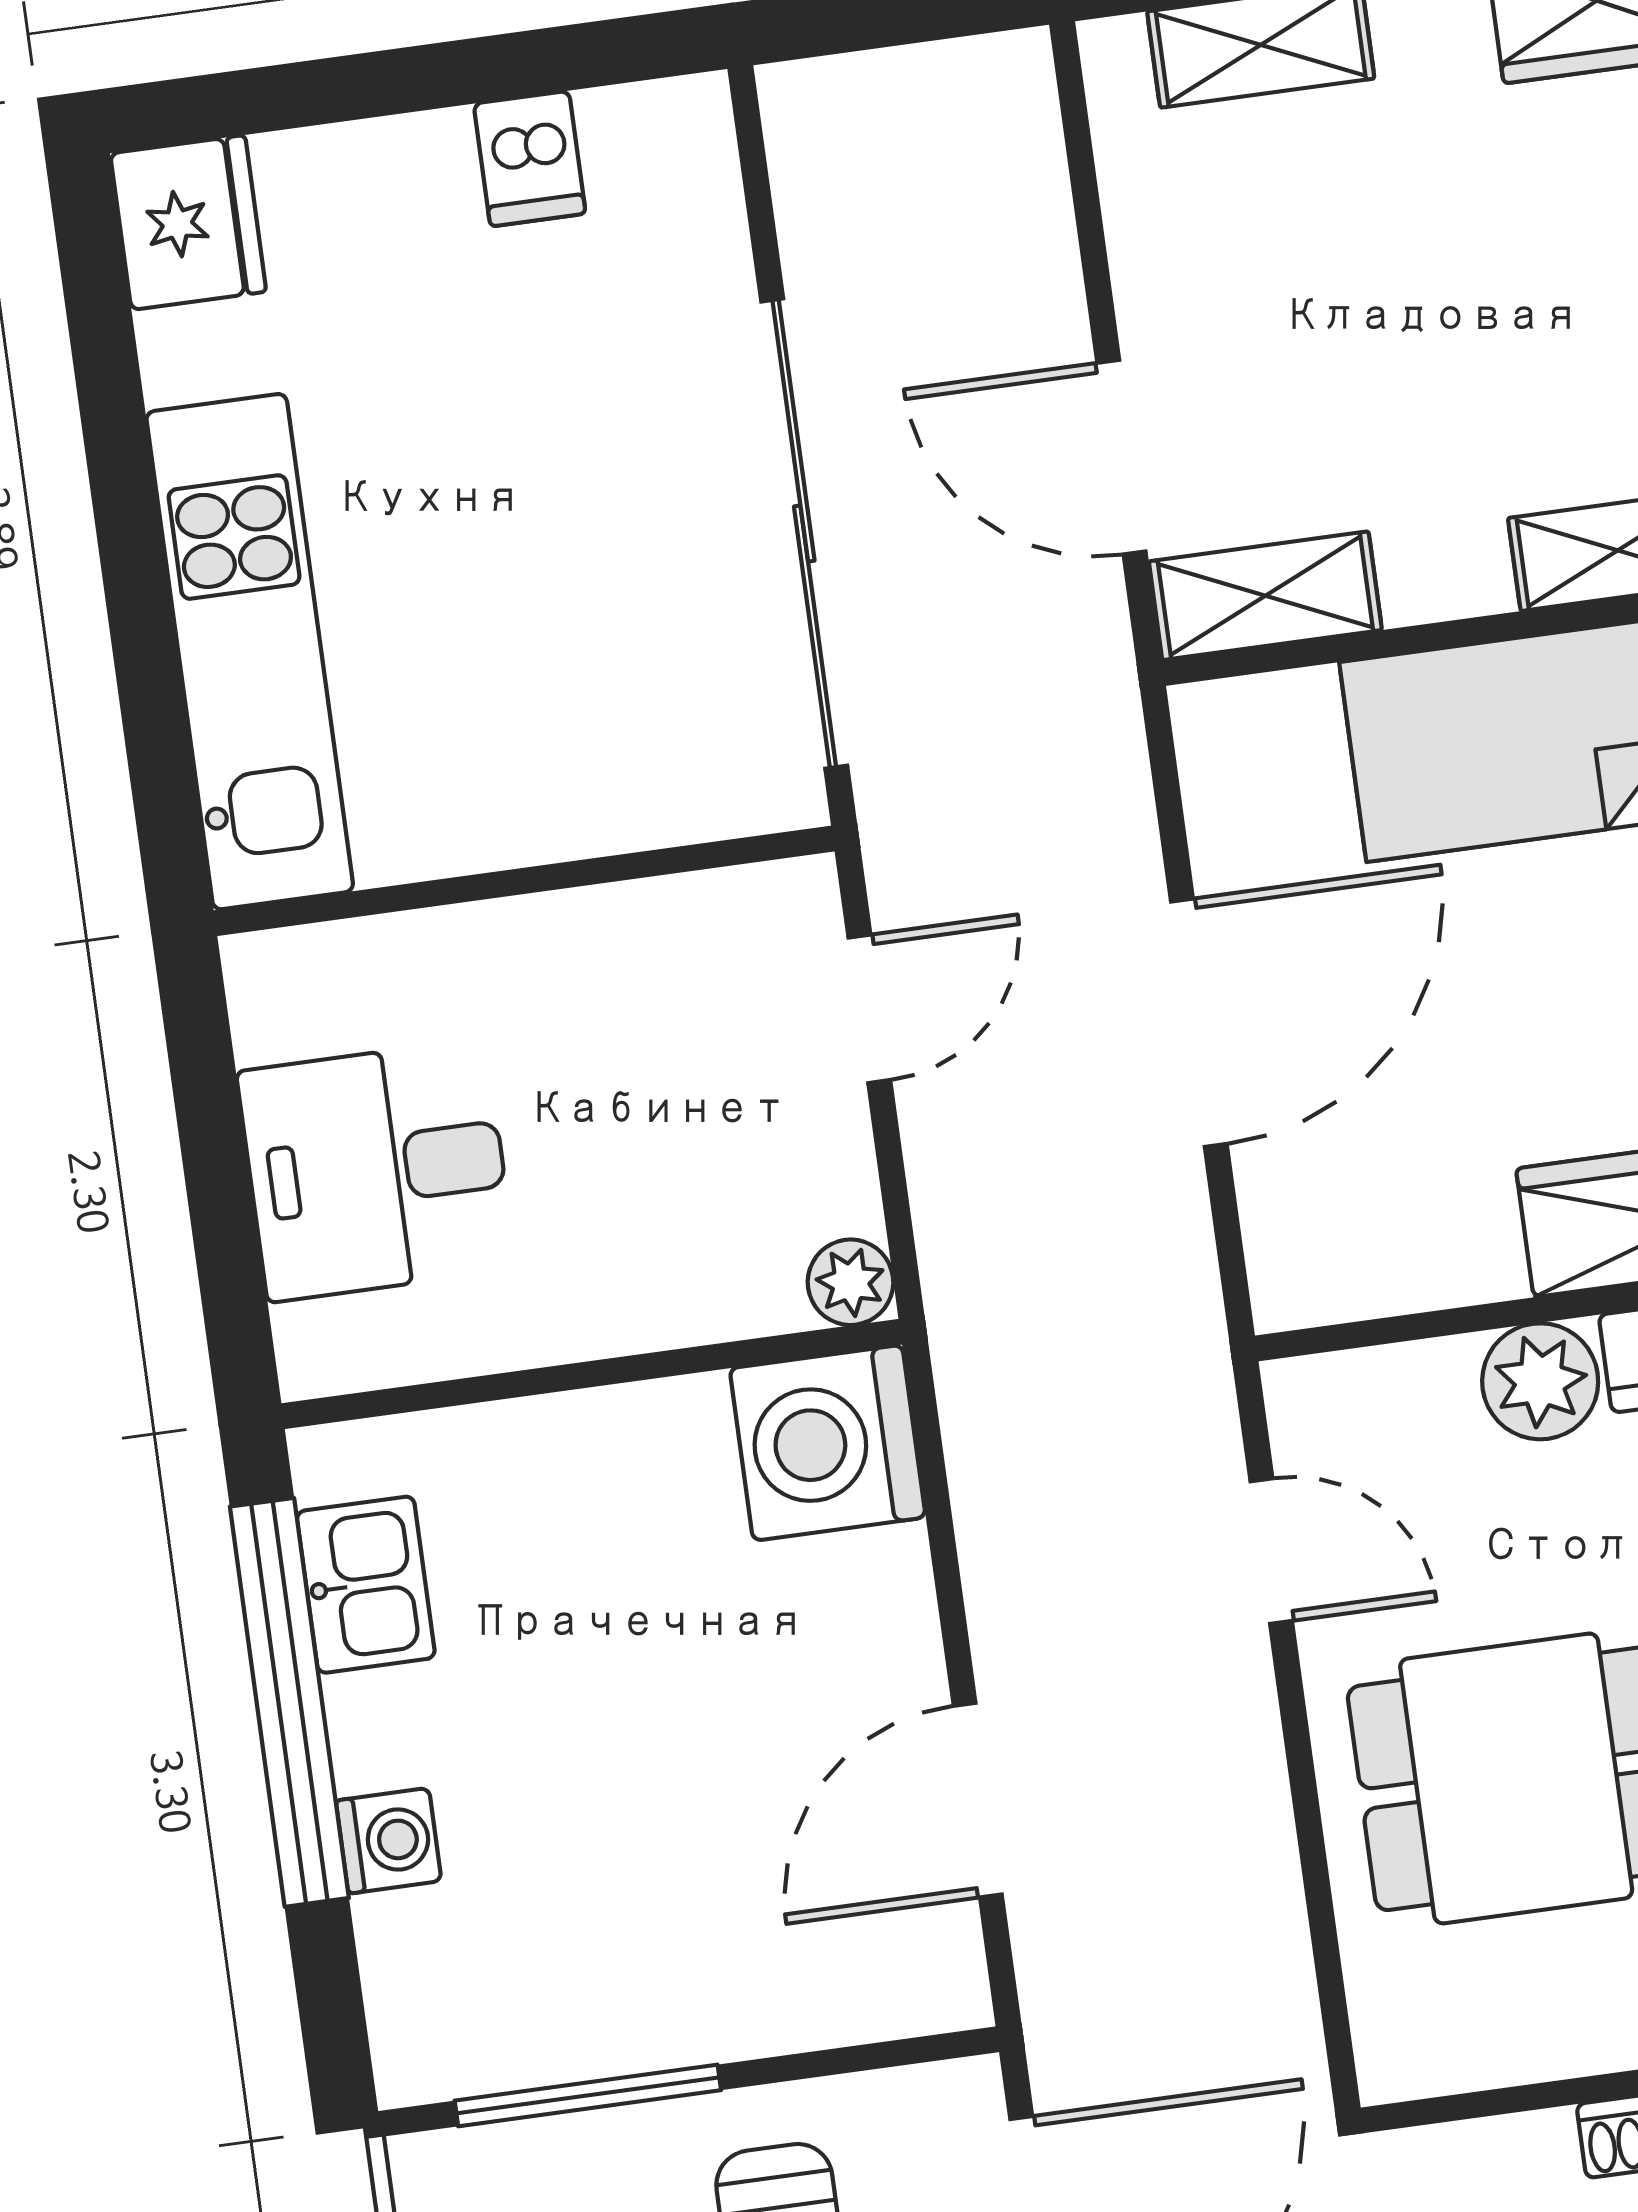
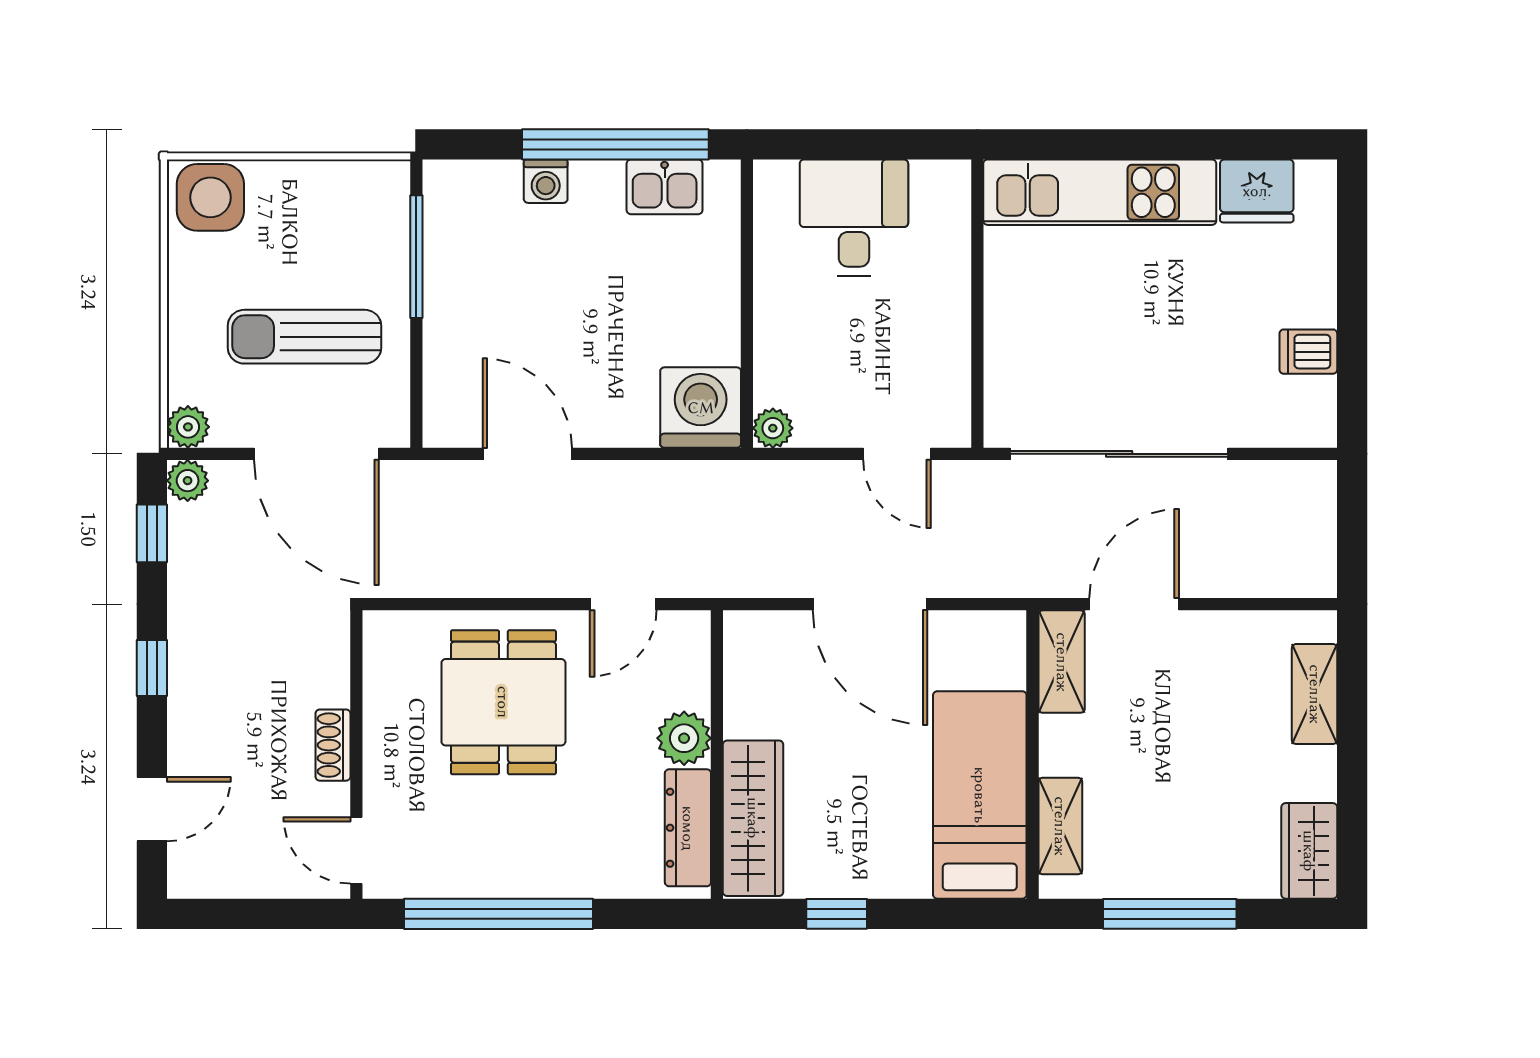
fridge: (188, 223) -> (1257, 191), moved

